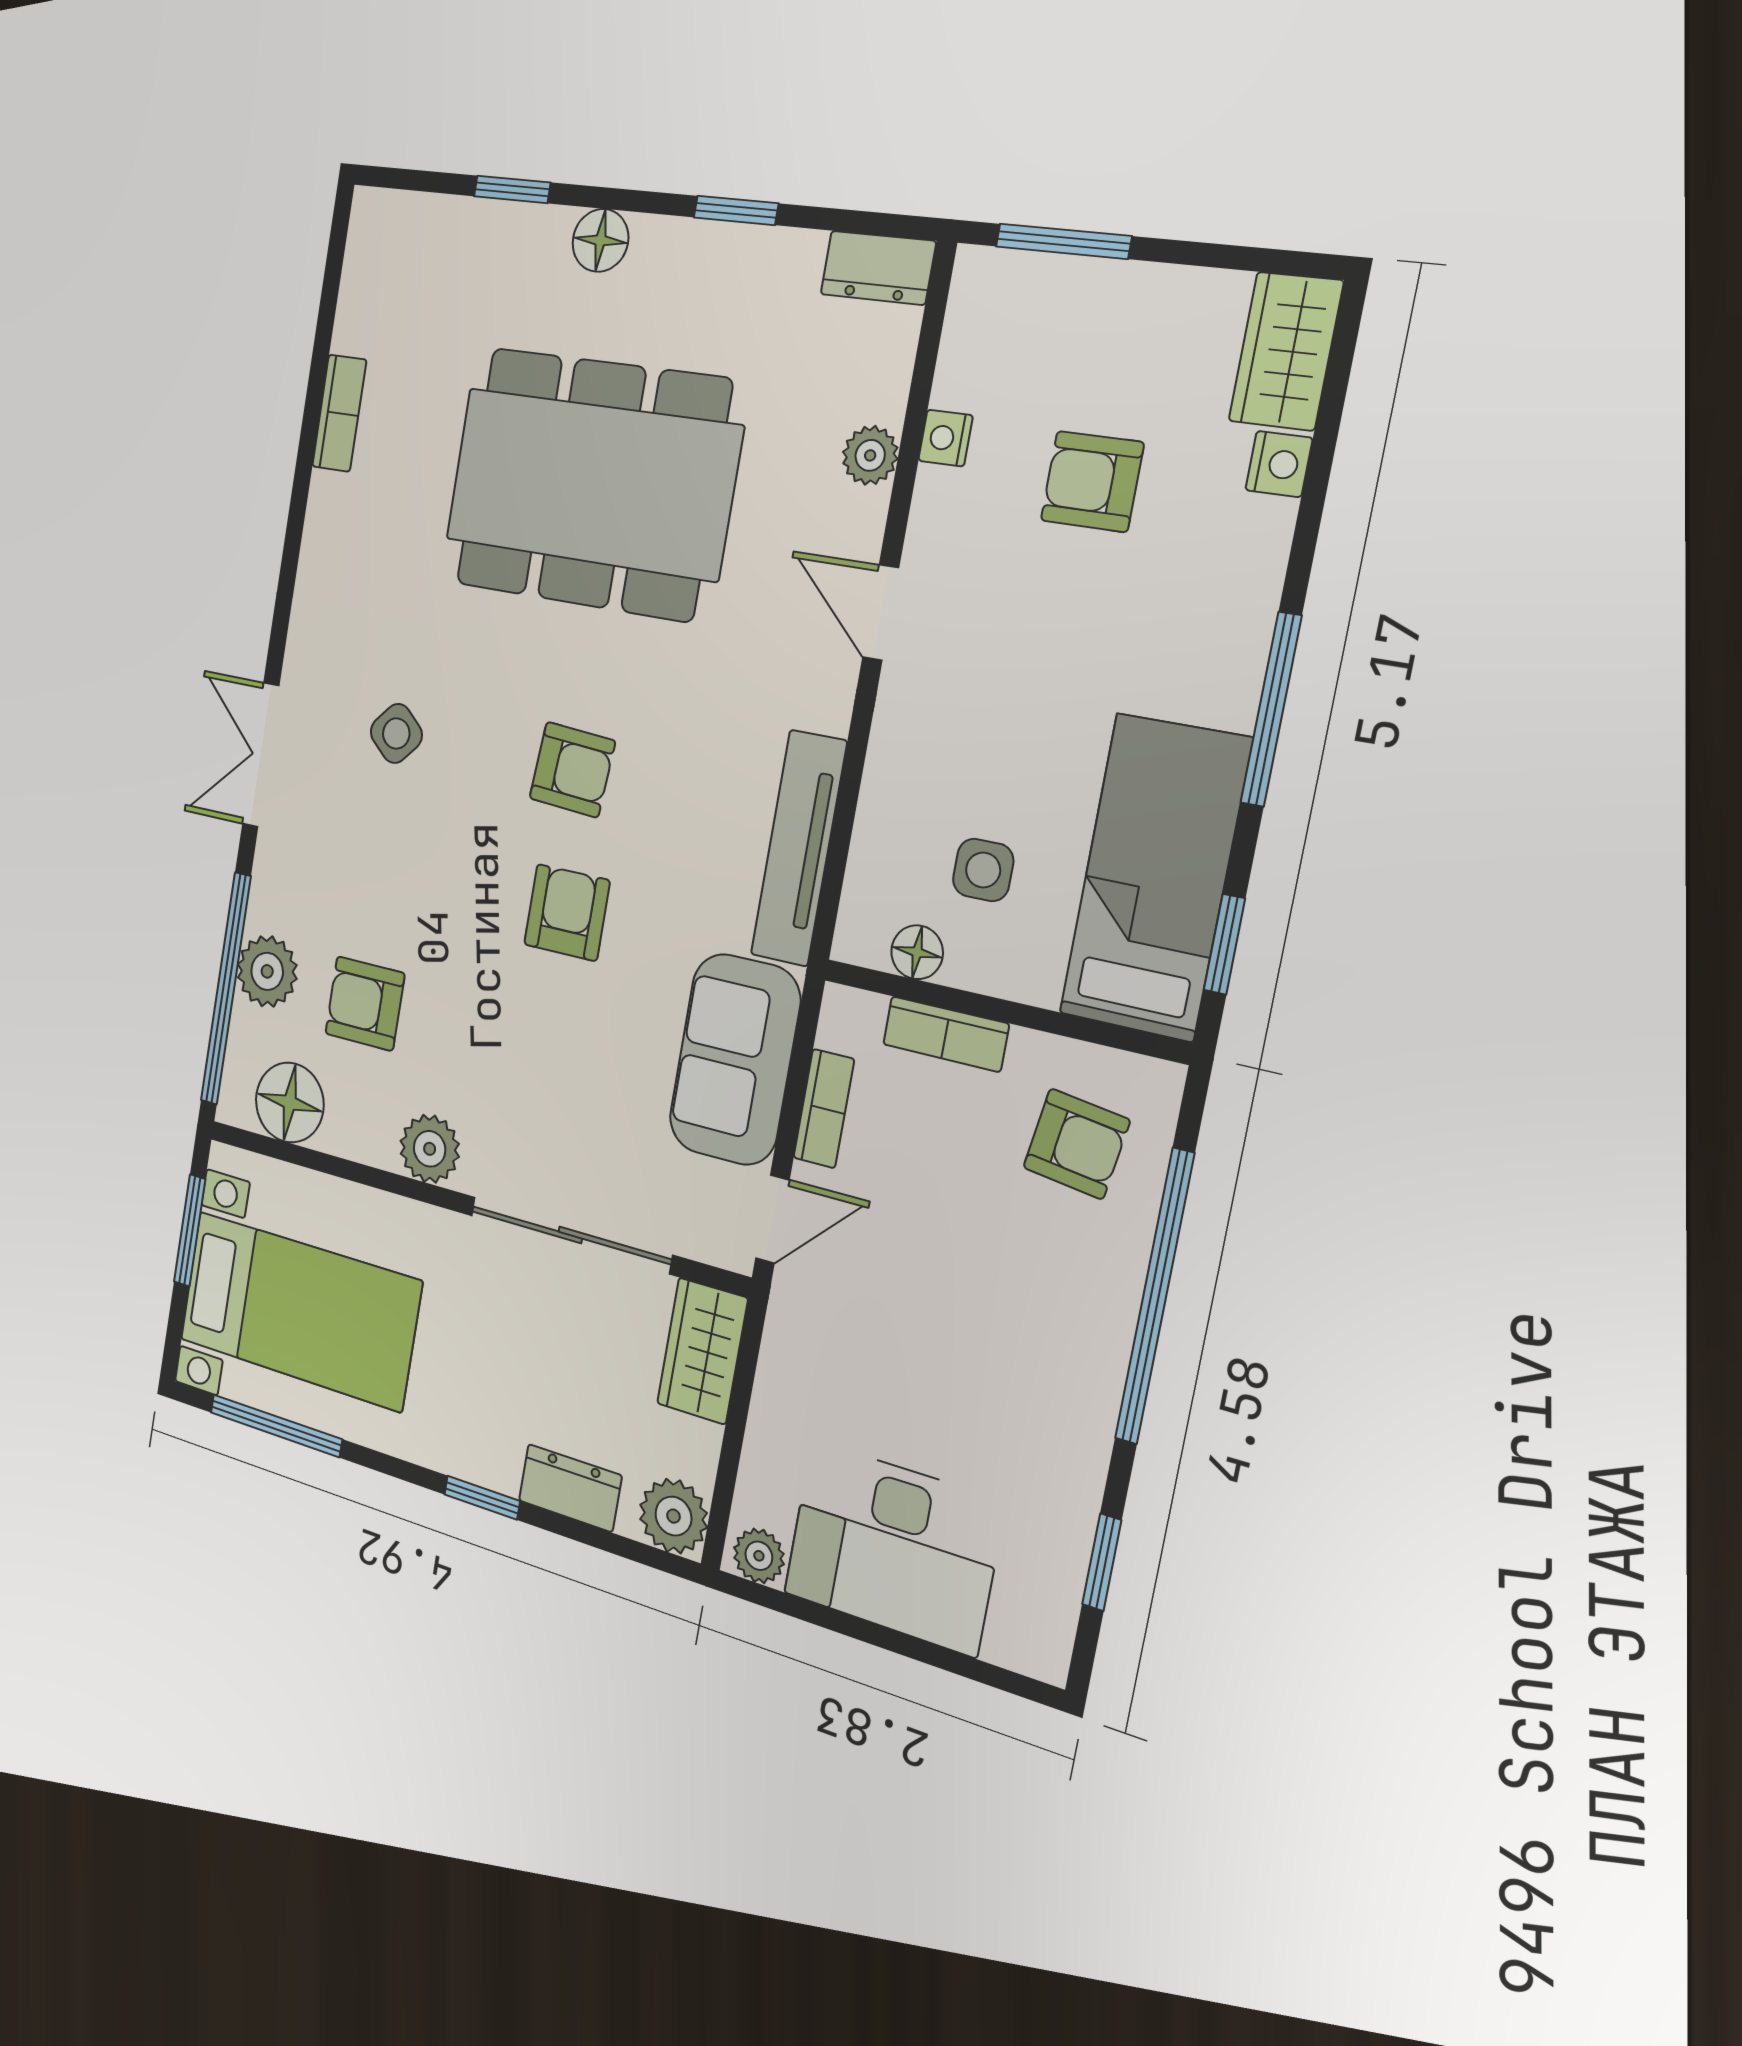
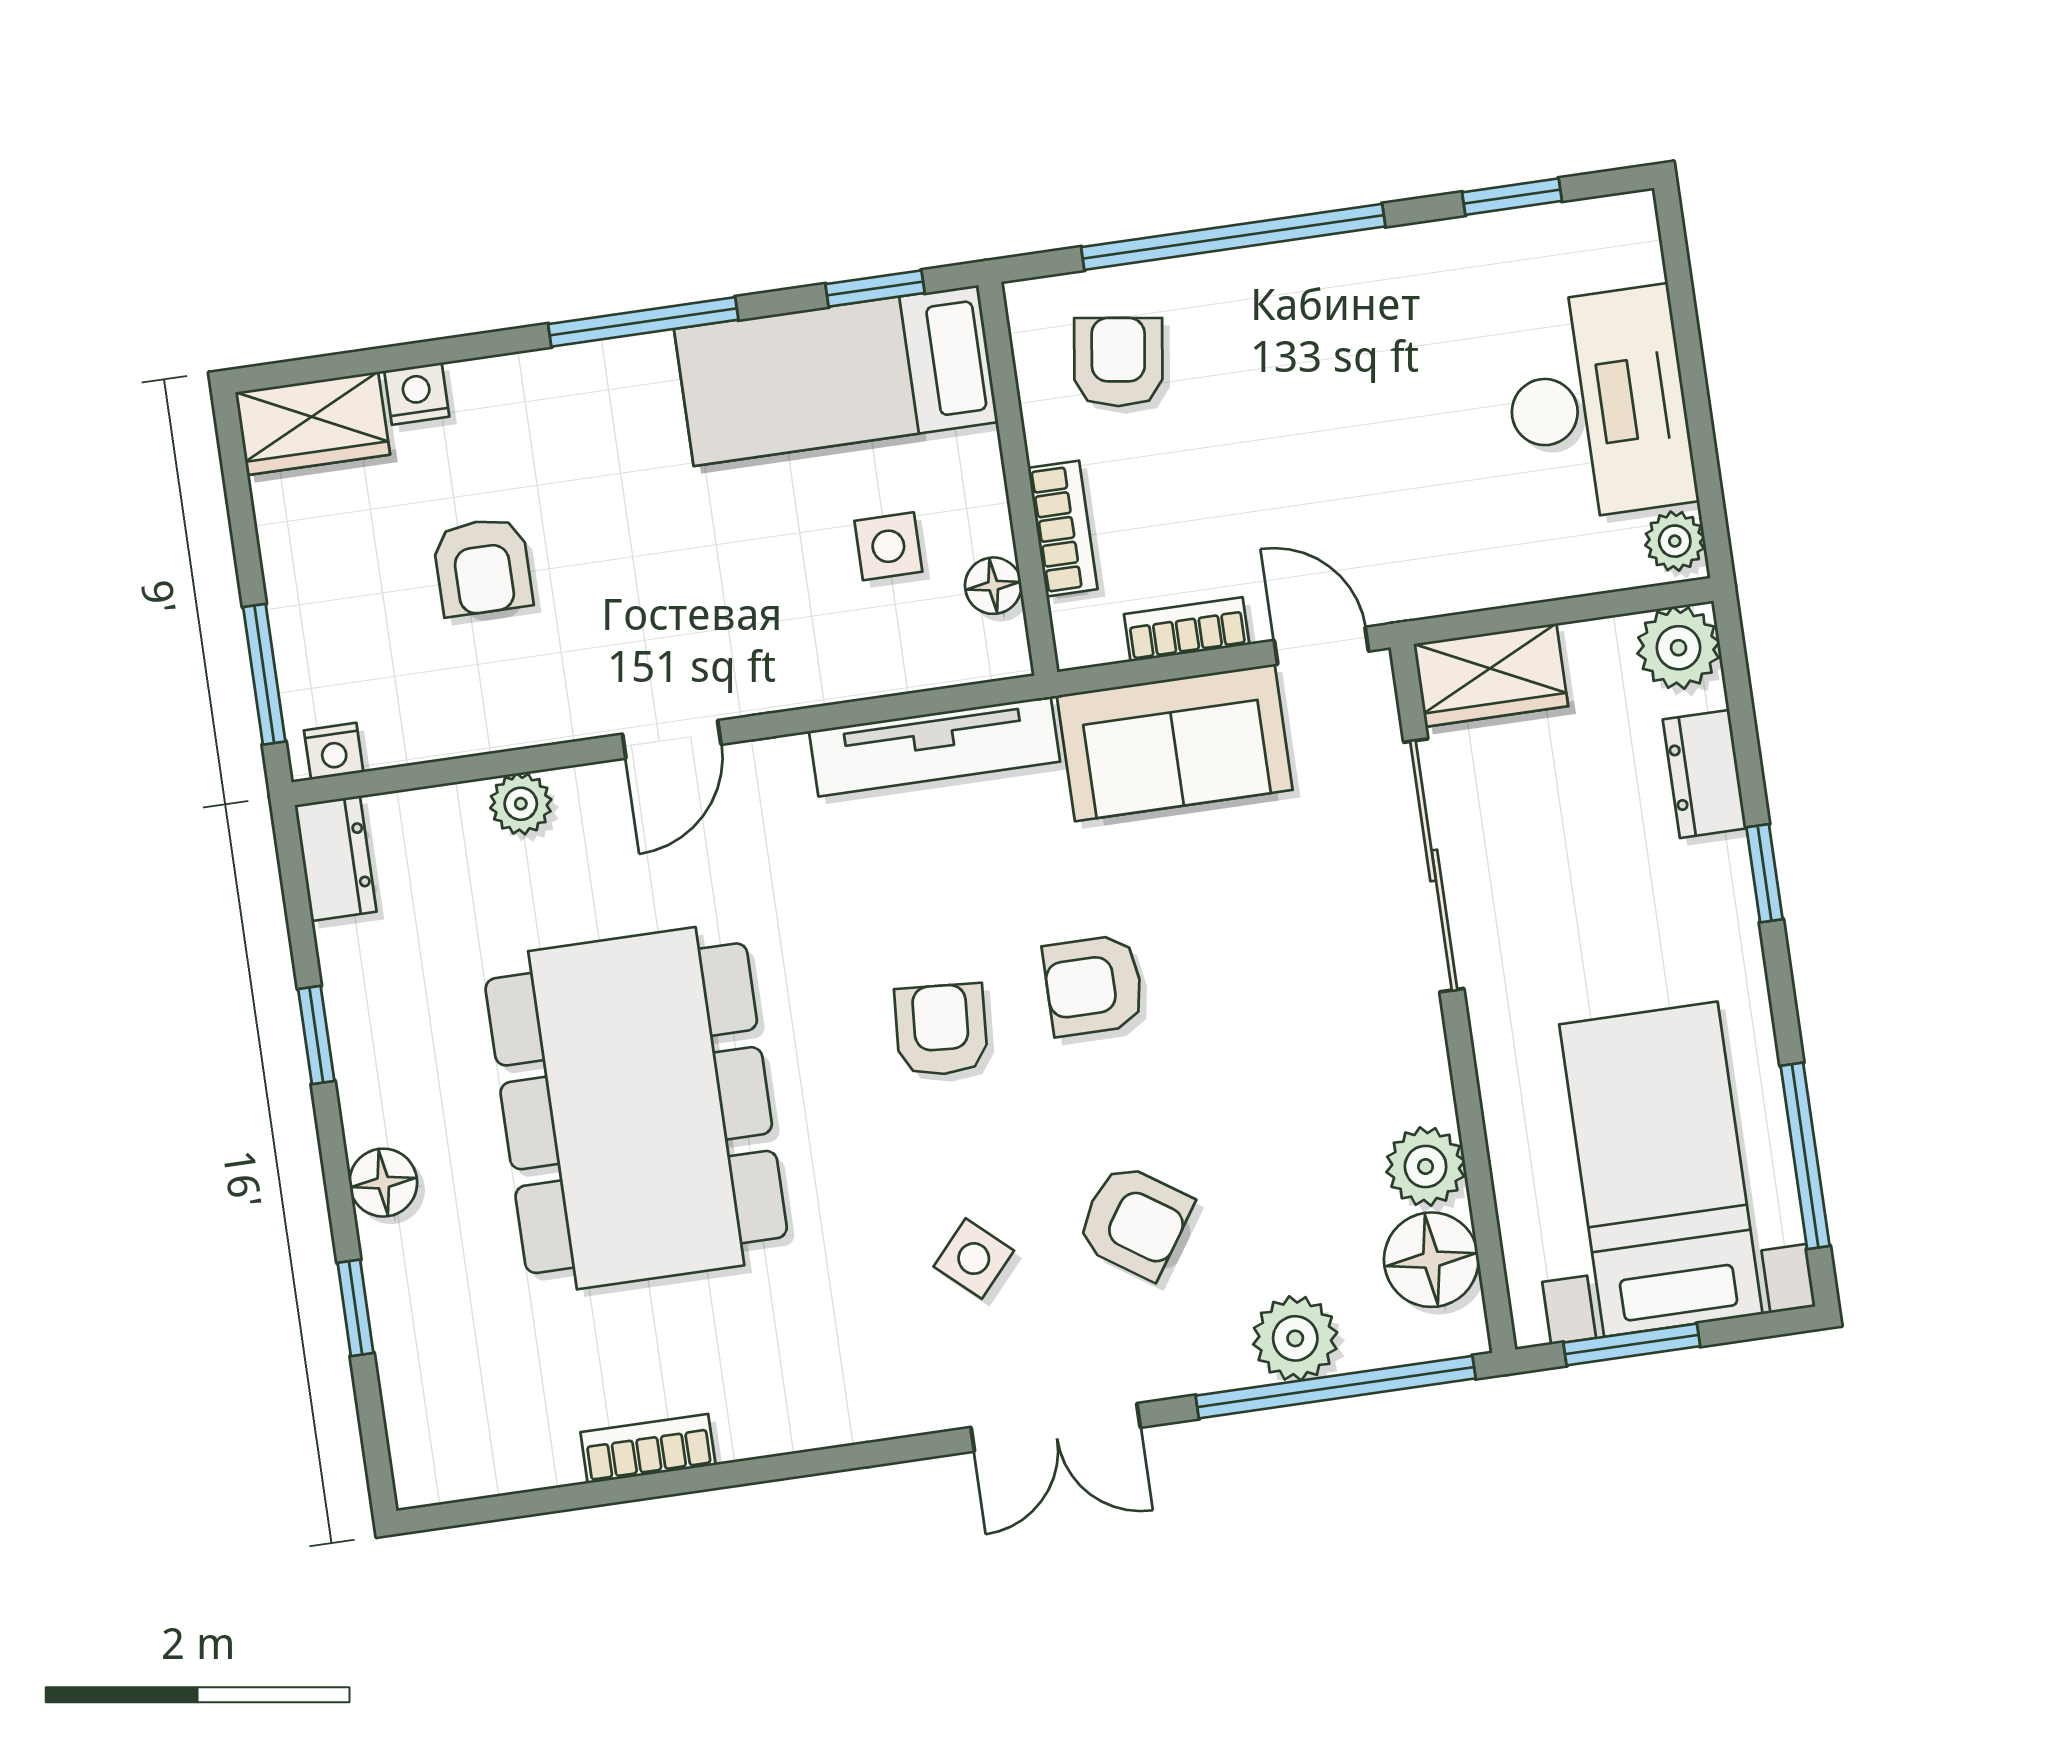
nightstand: (946, 438) -> (334, 751), moved
armchair: (365, 1004) -> (1134, 1221), moved, turned -56
plant: (430, 1149) -> (1426, 1167), moved

